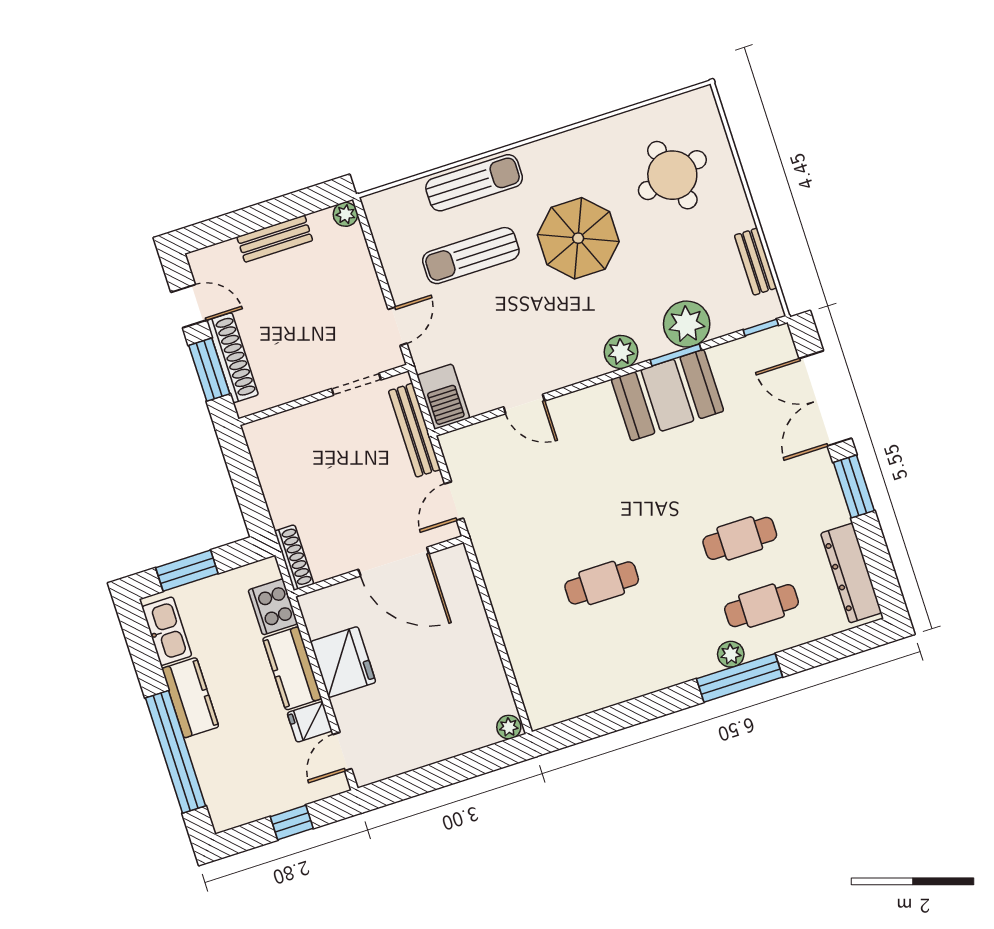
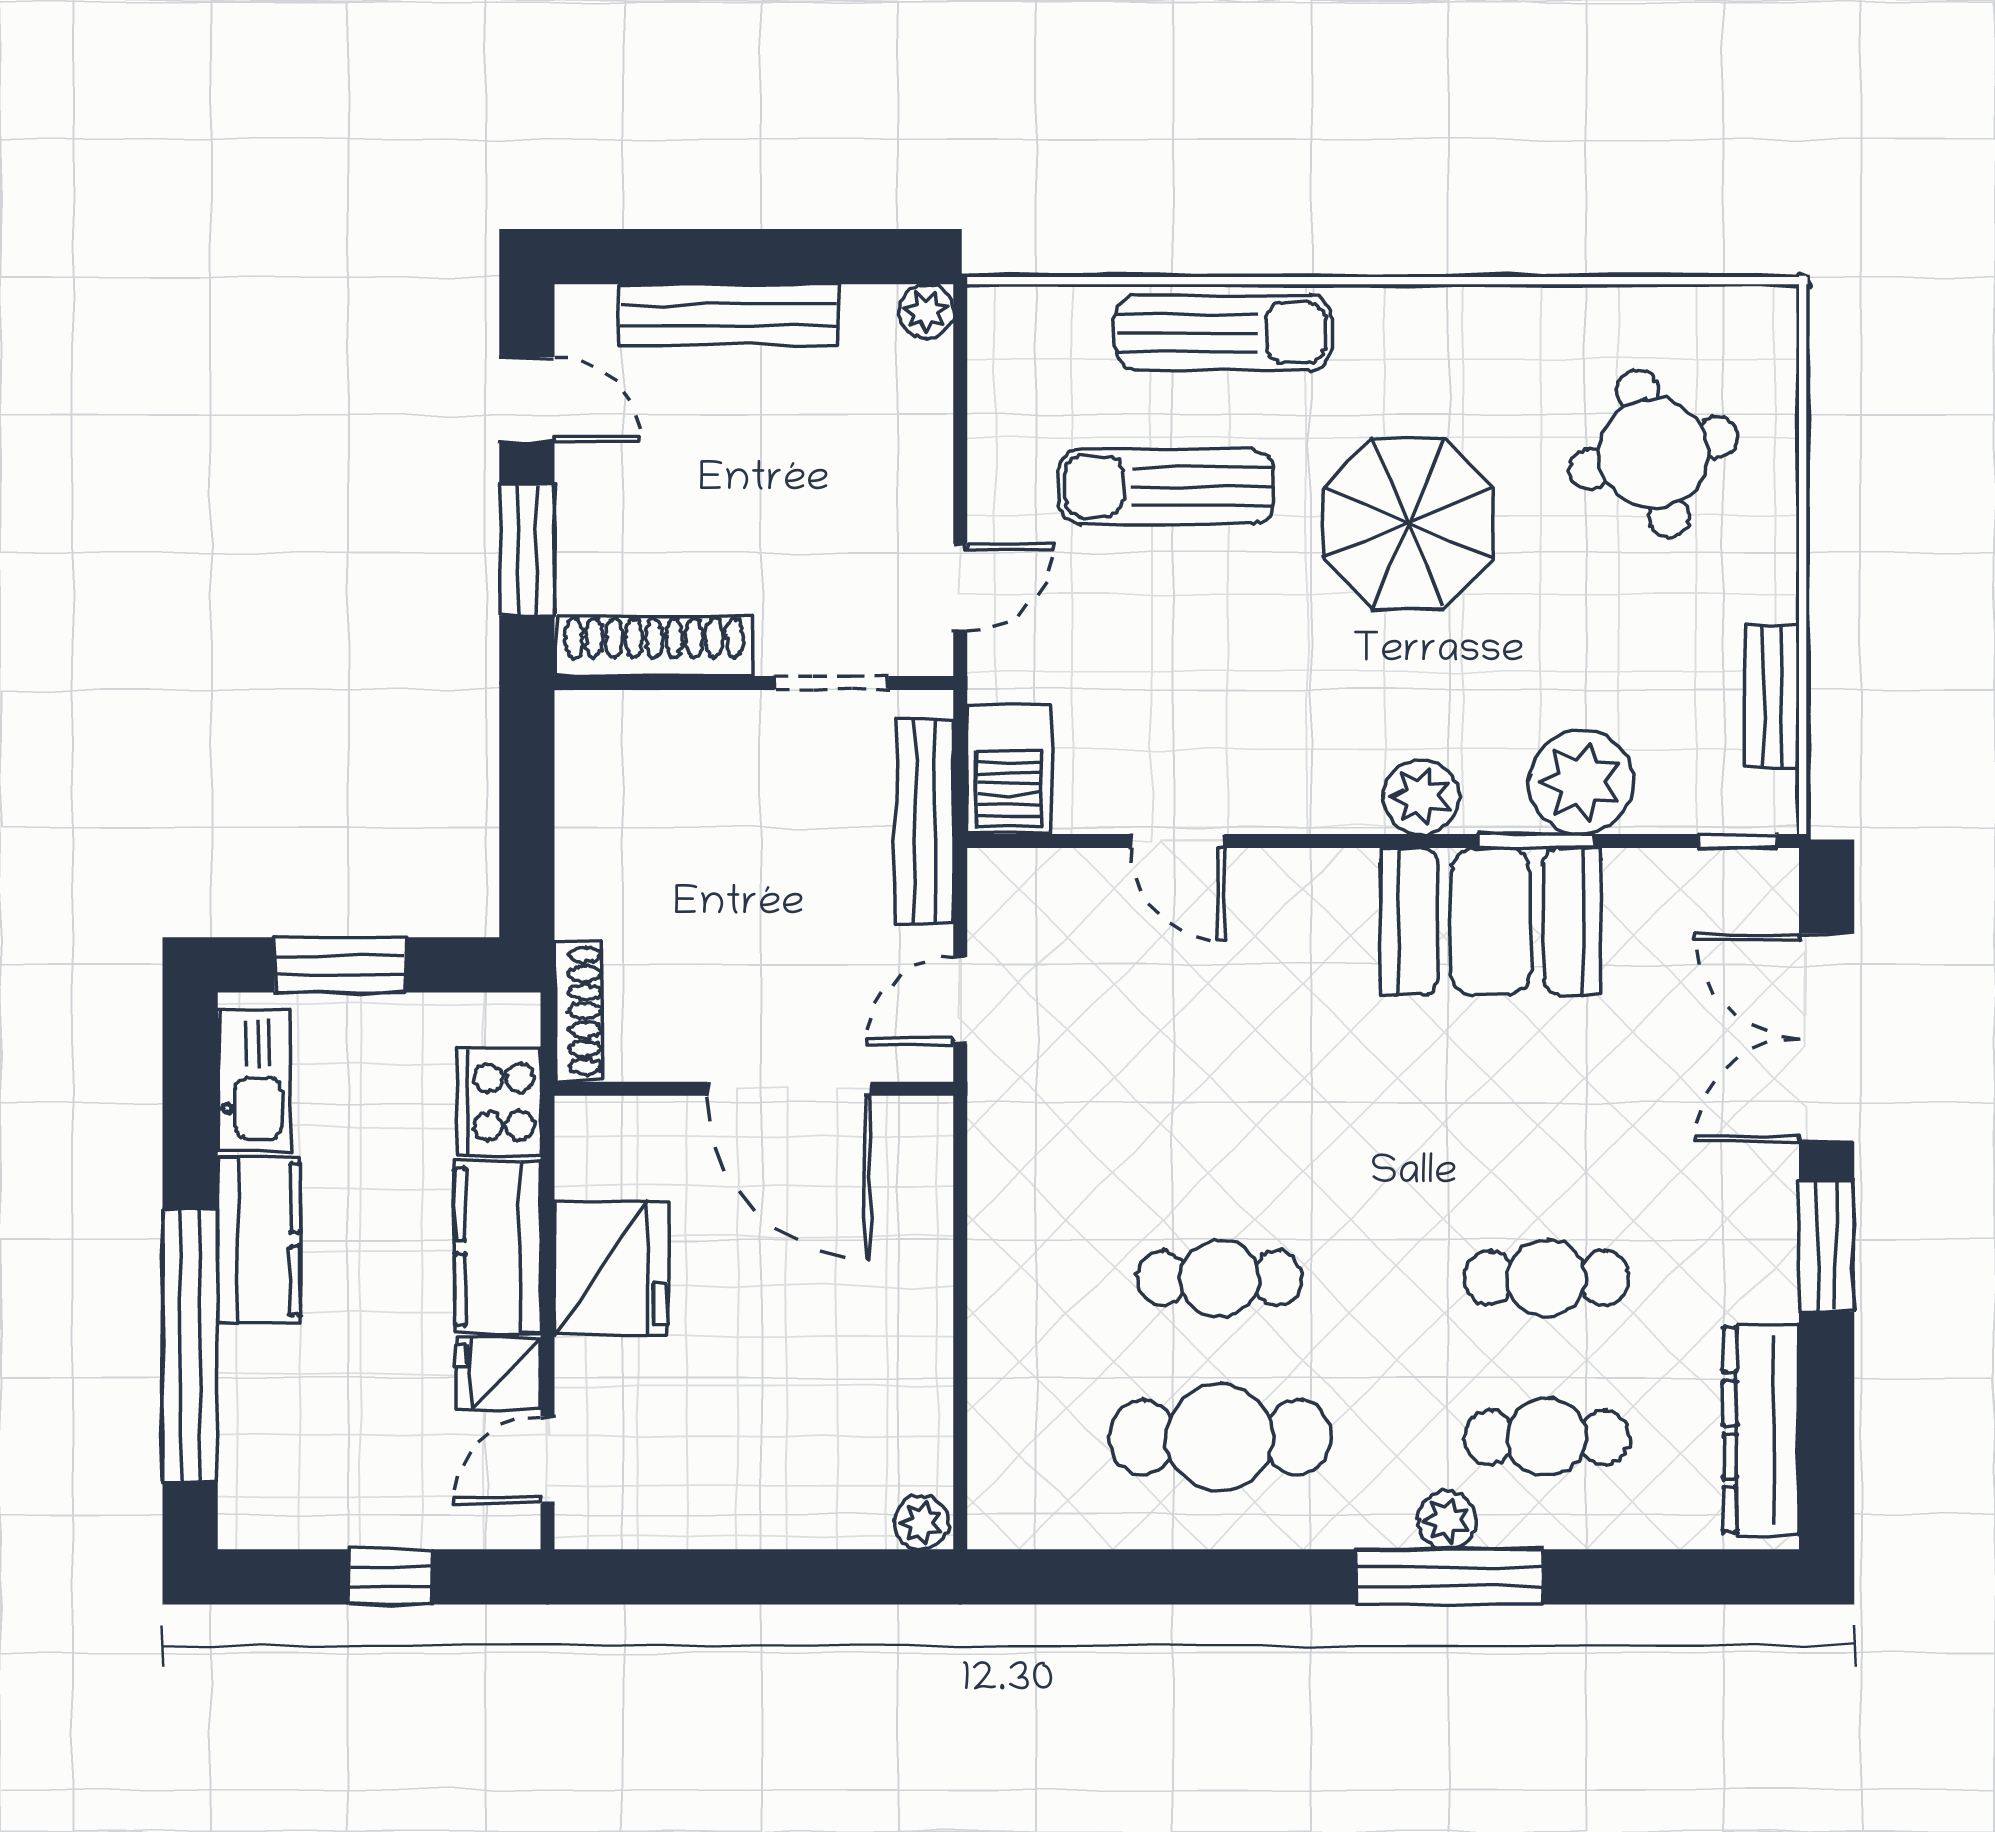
bench: (275, 239) -> (729, 315), width x1.36
shoe rack: (232, 358) -> (654, 646), moved, turned -90
cafe table: (623, 650) -> (1220, 1437), added

